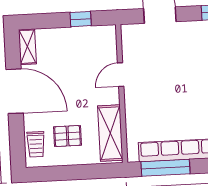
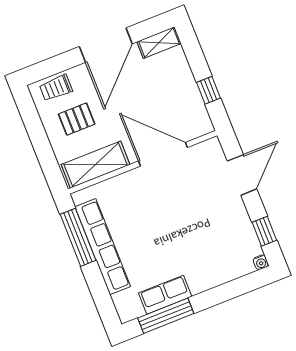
door: (121, 75) -> (163, 154), width x1.87
pallet: (68, 136) -> (77, 119), turned 90

